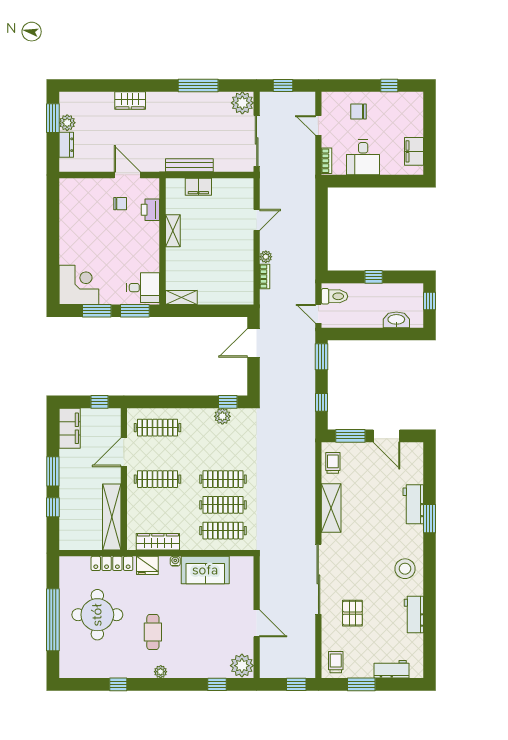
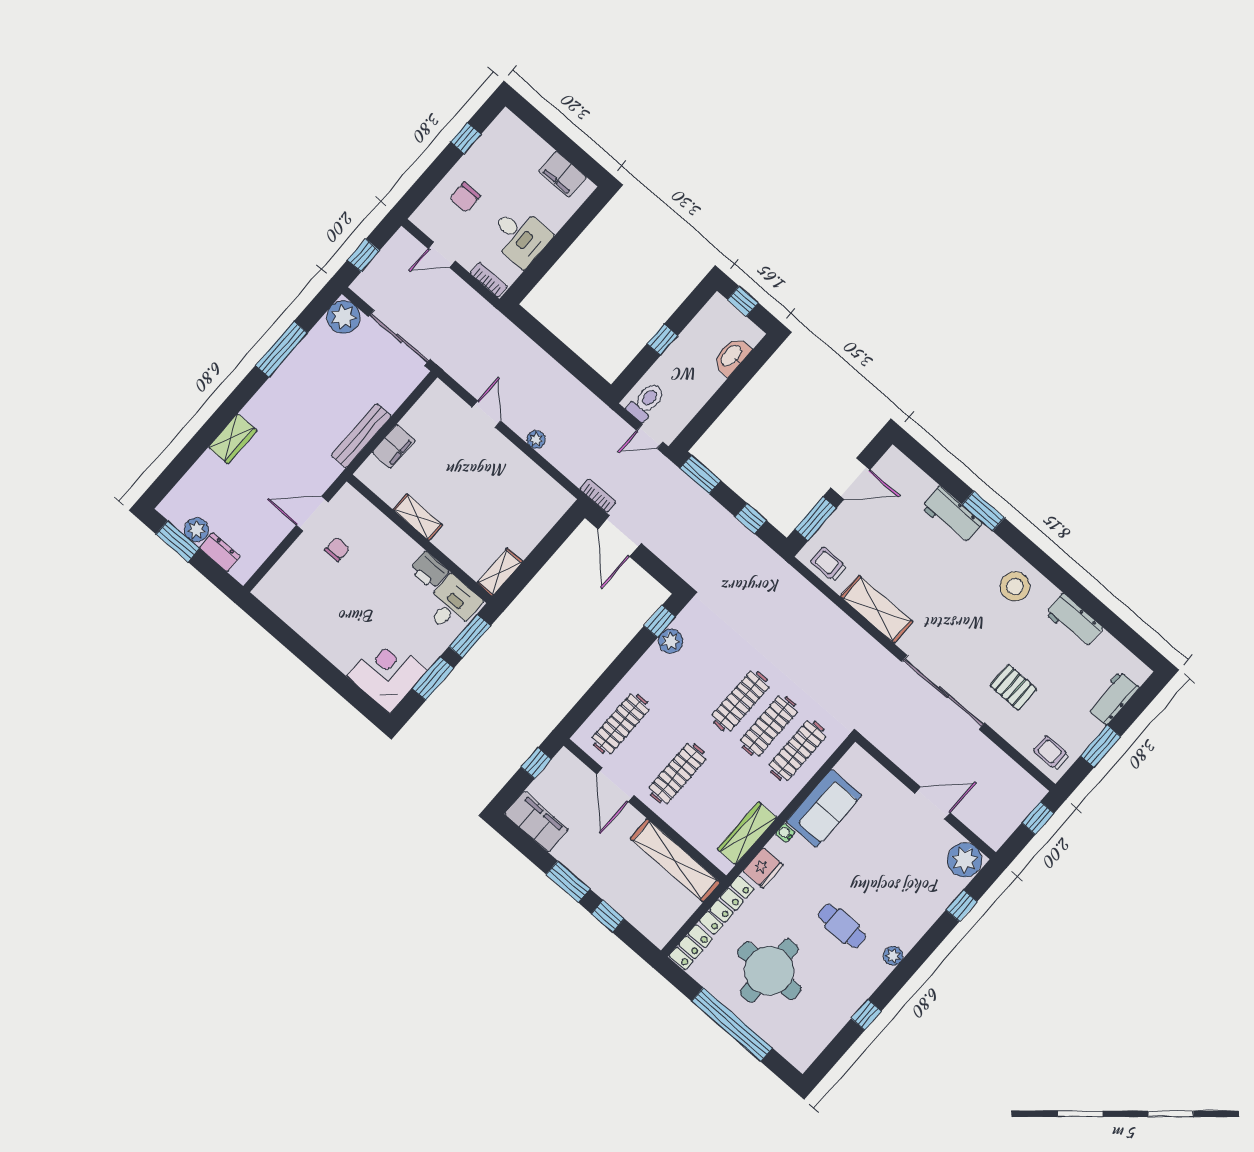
printer: (150, 210) -> (429, 571), moved
bookcase: (265, 277) -> (598, 496), moved
locker: (74, 564) -> (691, 947), added

